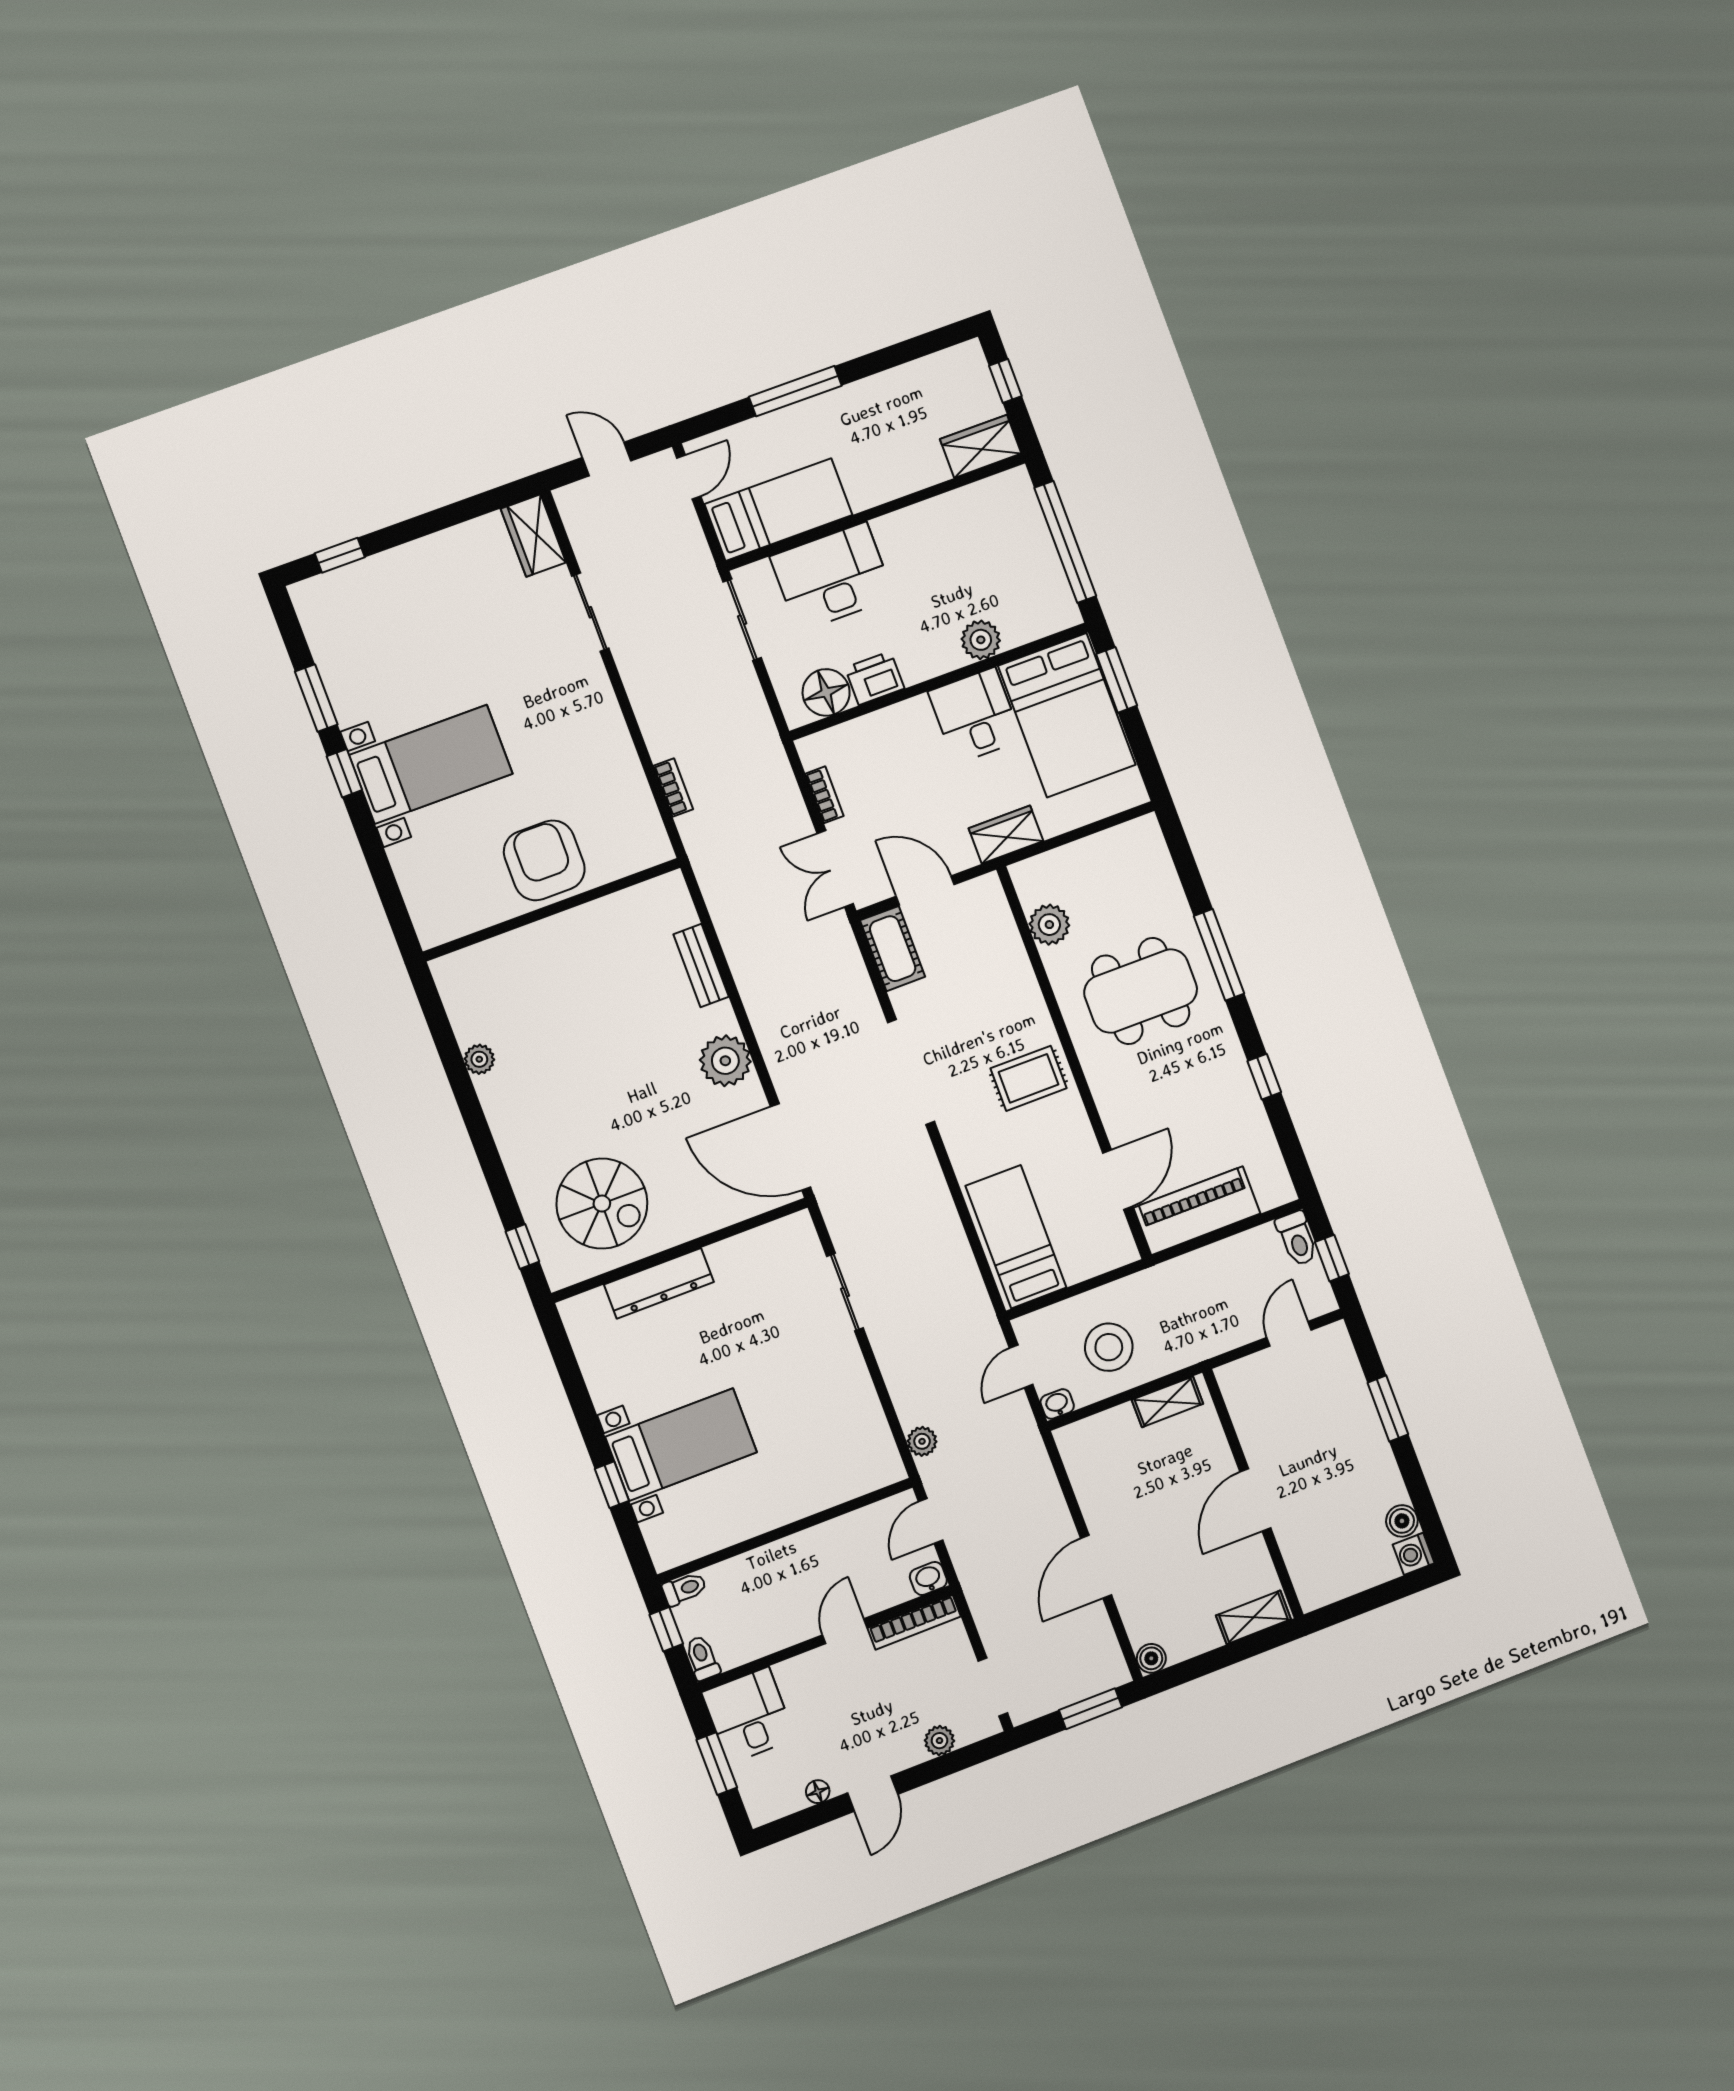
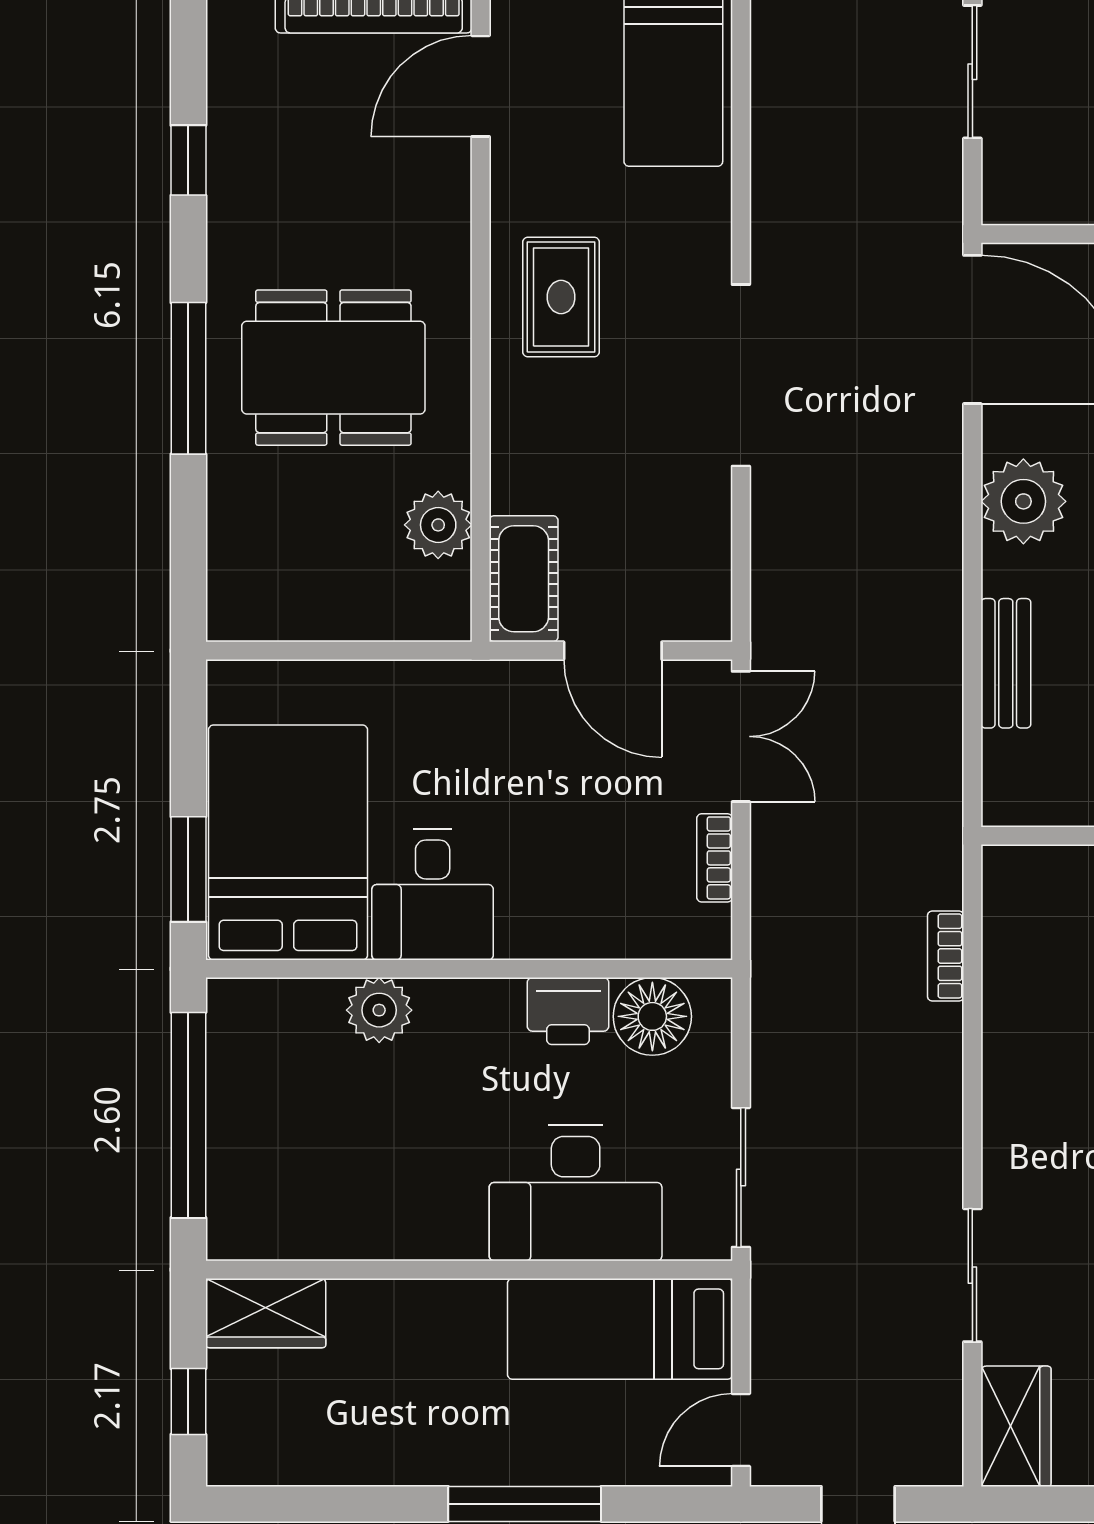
wardrobe: (1006, 835) -> (454, 691), removed
cot: (893, 949) -> (524, 579), moved
rug: (1028, 1078) -> (561, 297), turned 90

